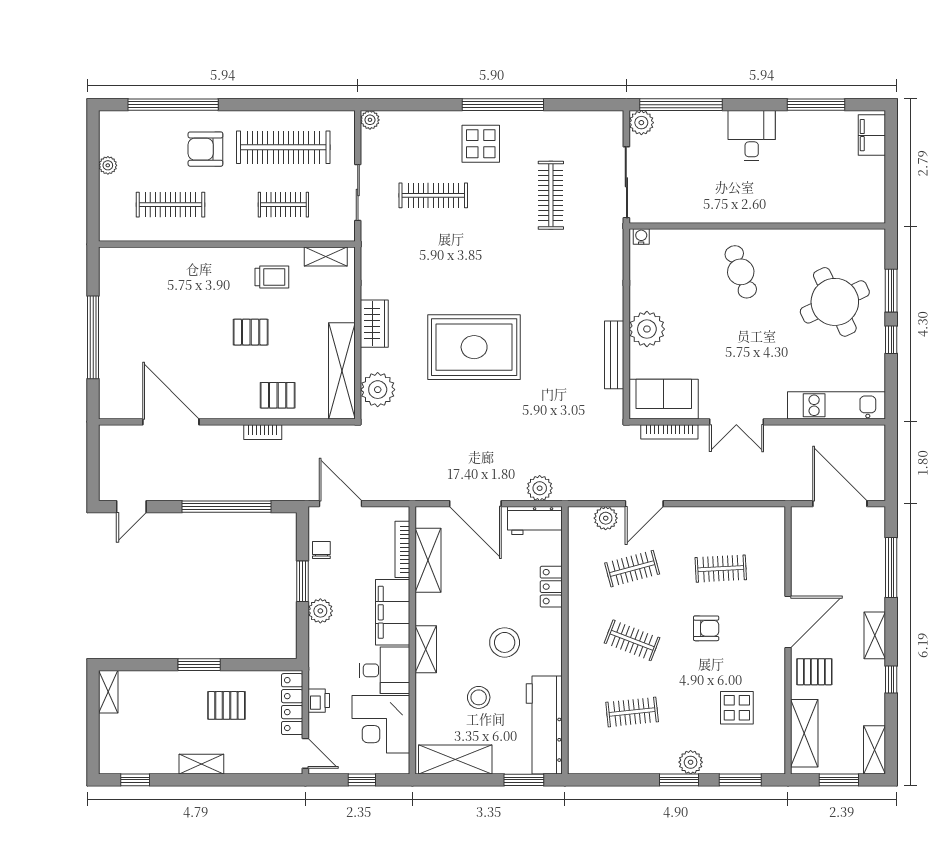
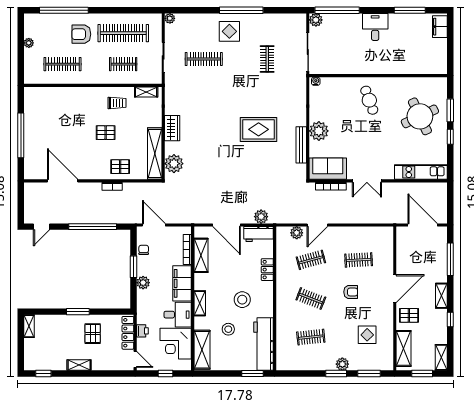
clothes rail: (551, 195) -> (267, 59), width x0.73
rug: (474, 347) -> (259, 129), moved, width x0.73, depth x0.69
pallet: (226, 705) -> (93, 334), turned 90
shelving: (455, 760) -> (202, 350), moved, turned 90

